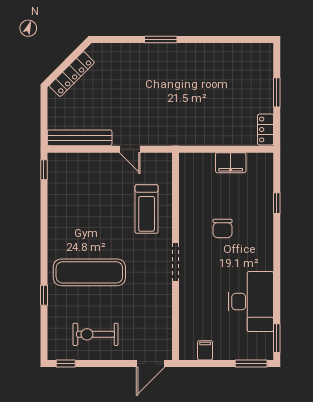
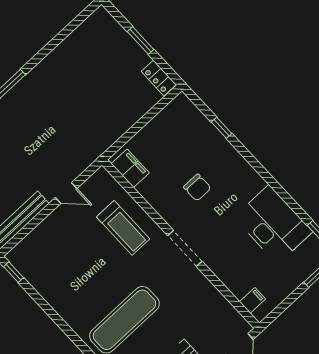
filing cabinet: (231, 163) -> (130, 168), moved, turned -90
filing cabinet: (205, 350) -> (252, 300), moved, turned 90

